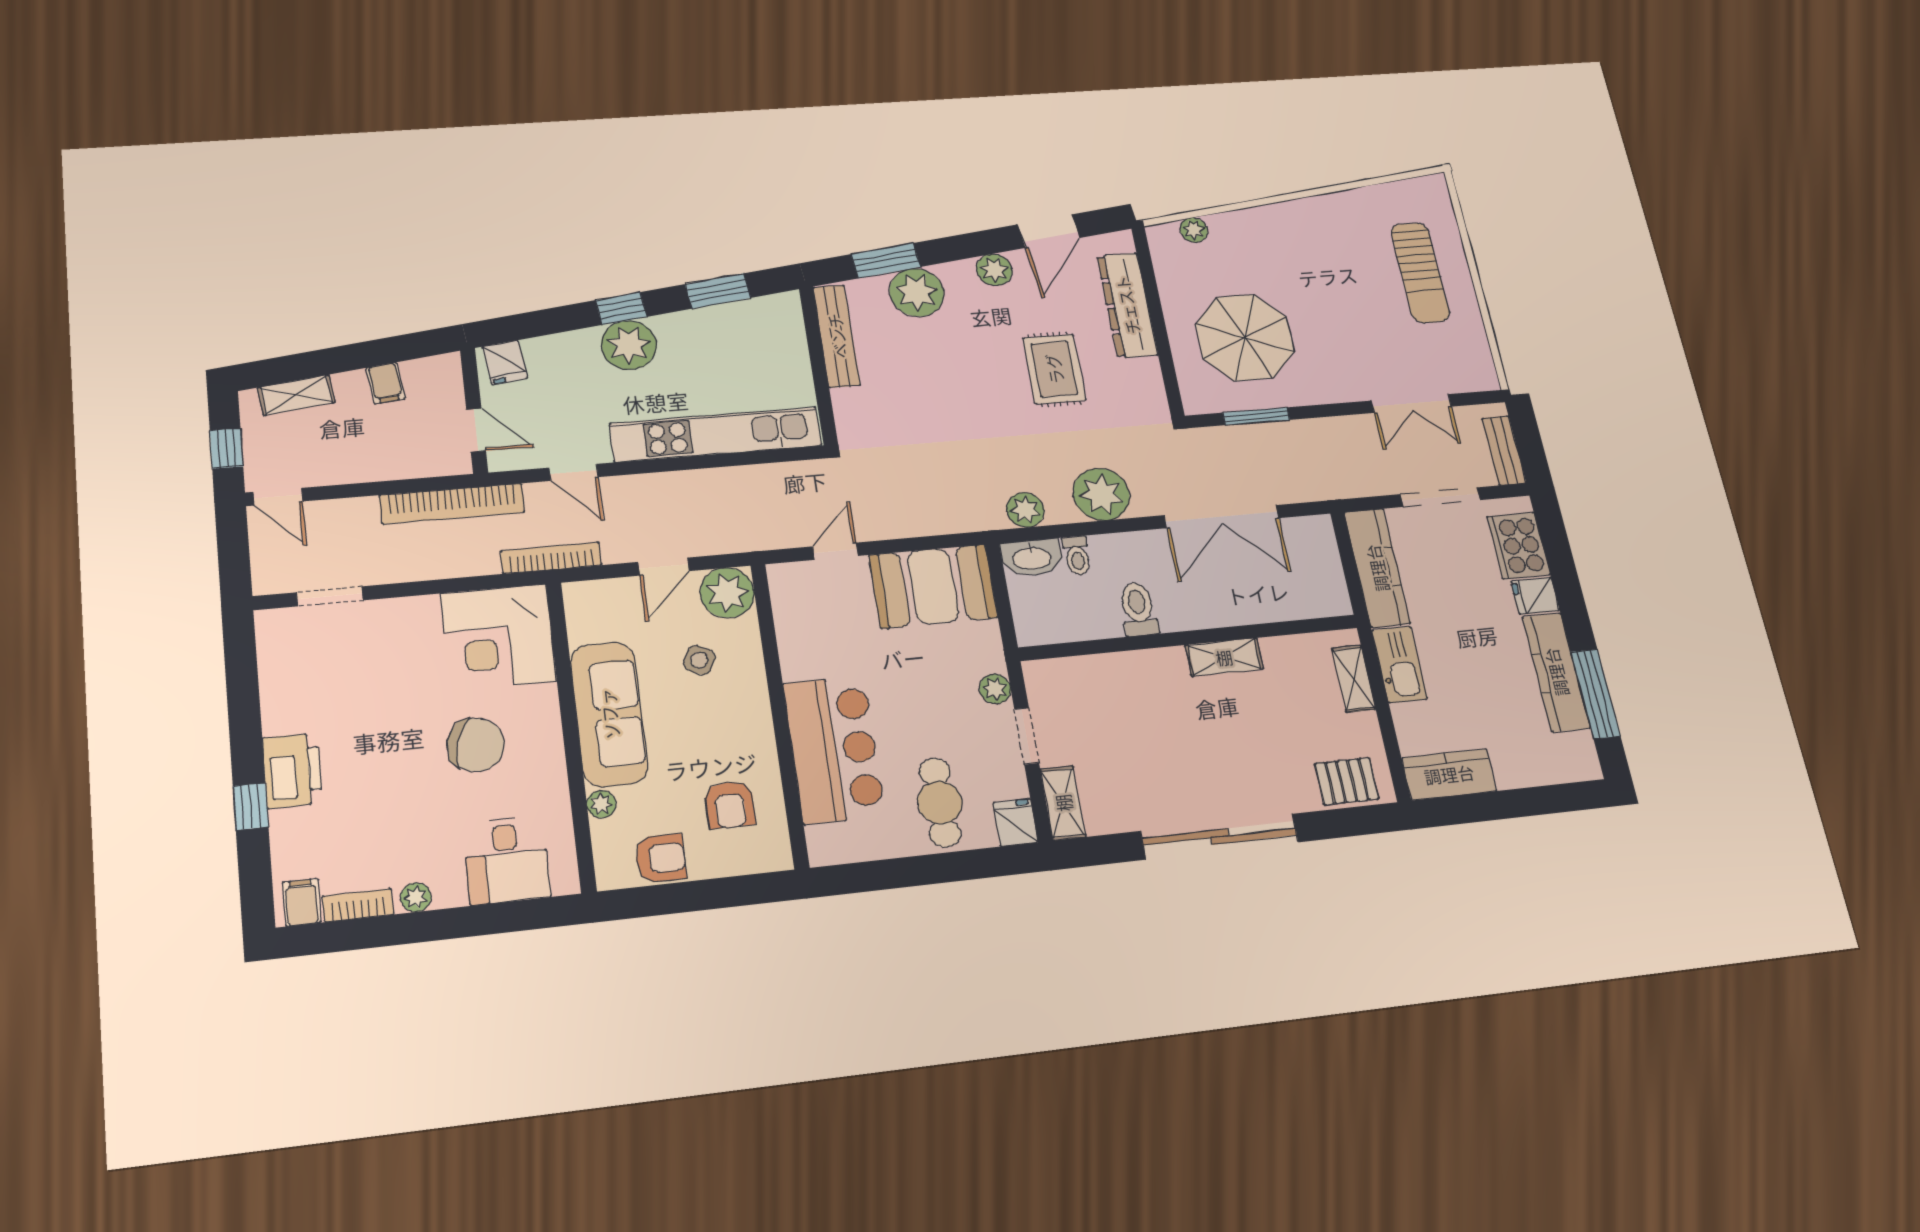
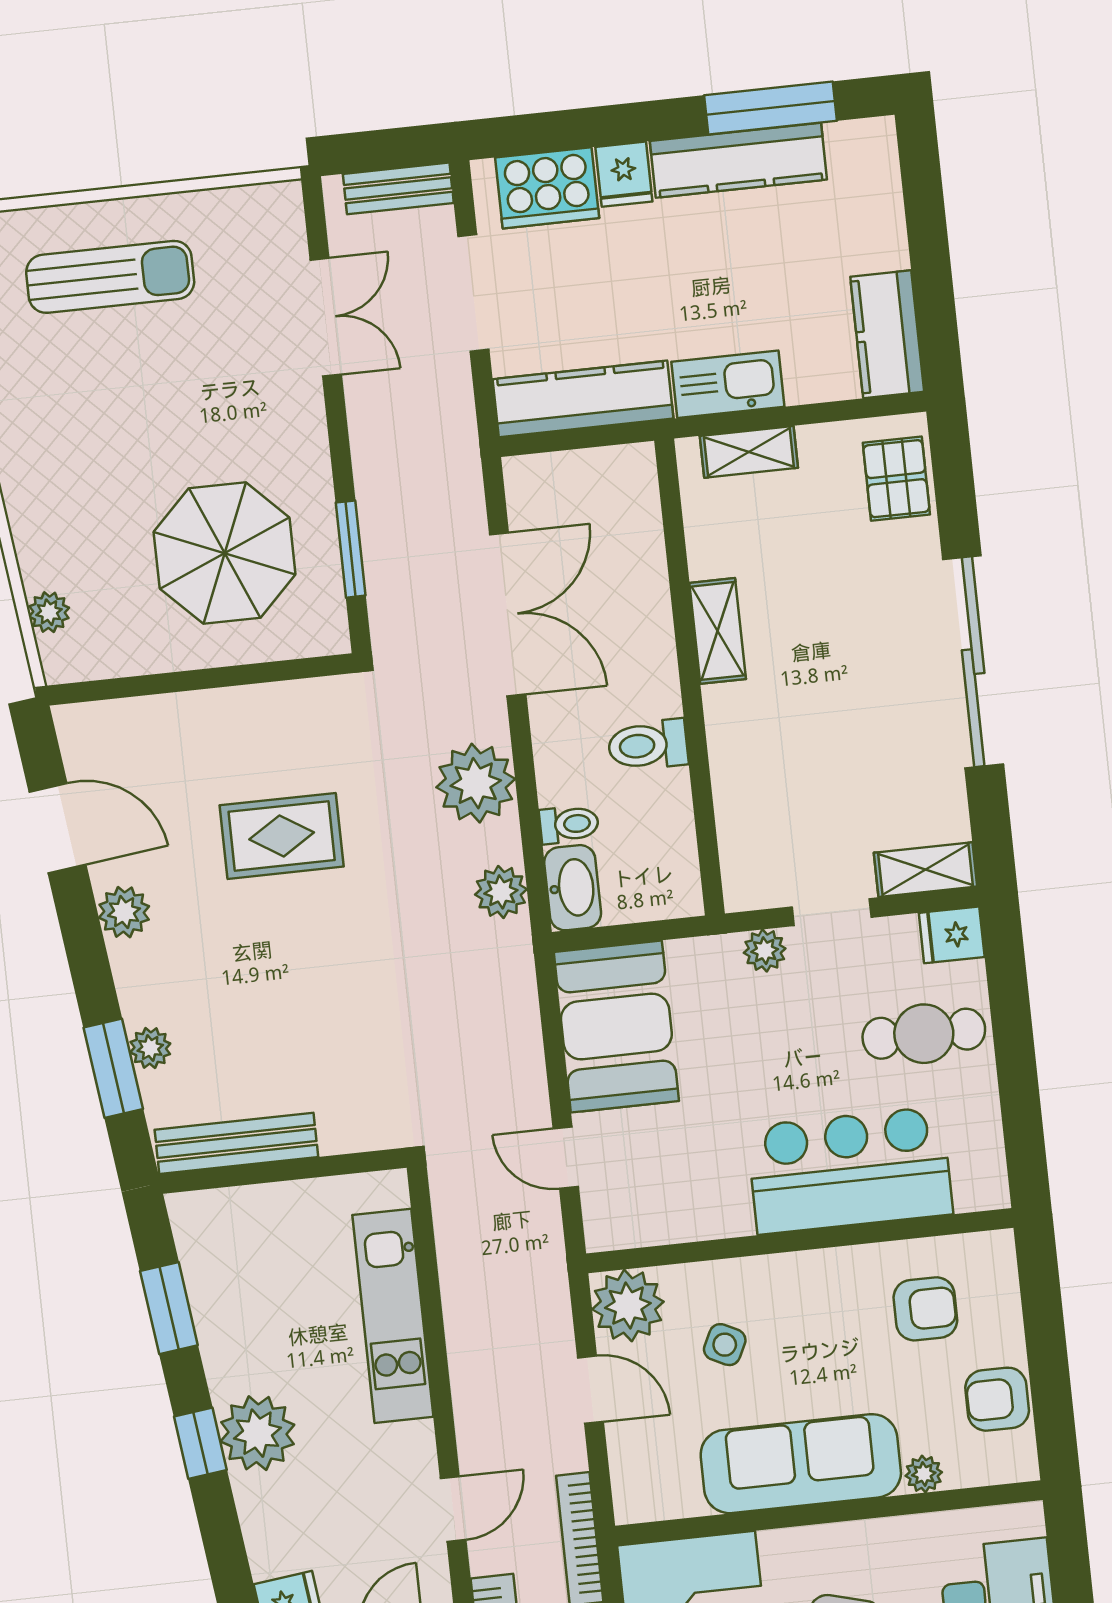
plant: (917, 292) -> (150, 1048), width x0.53, depth x0.53
dresser: (1127, 305) -> (176, 722), removed
kitchen unit: (716, 434) -> (393, 1316), width x0.73
armchair: (660, 858) -> (997, 1399), turned -90

